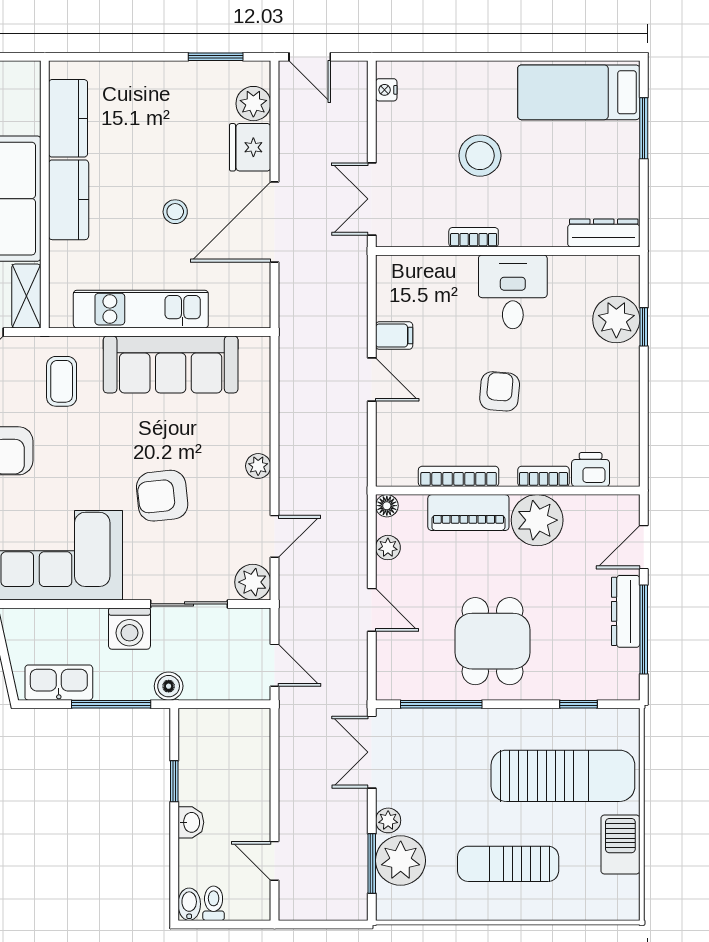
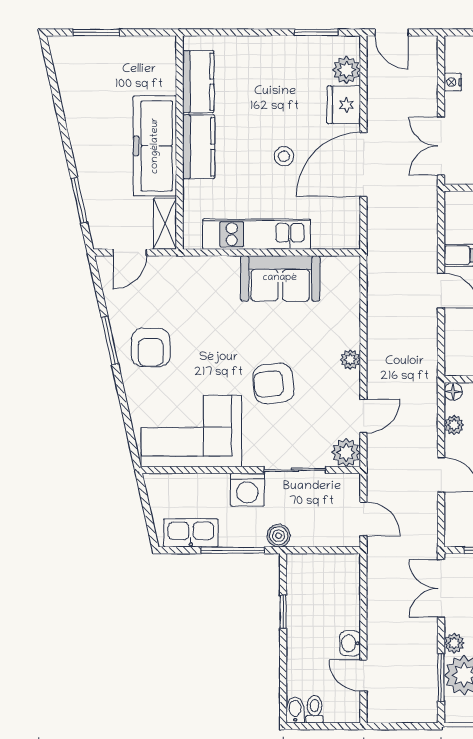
nightstand: (386, 90) -> (453, 82), moved
sofa: (171, 364) -> (280, 278), width x0.73
coffee table: (62, 381) -> (193, 292), removed
washbasin: (191, 822) -> (350, 643), moved, turned 180

